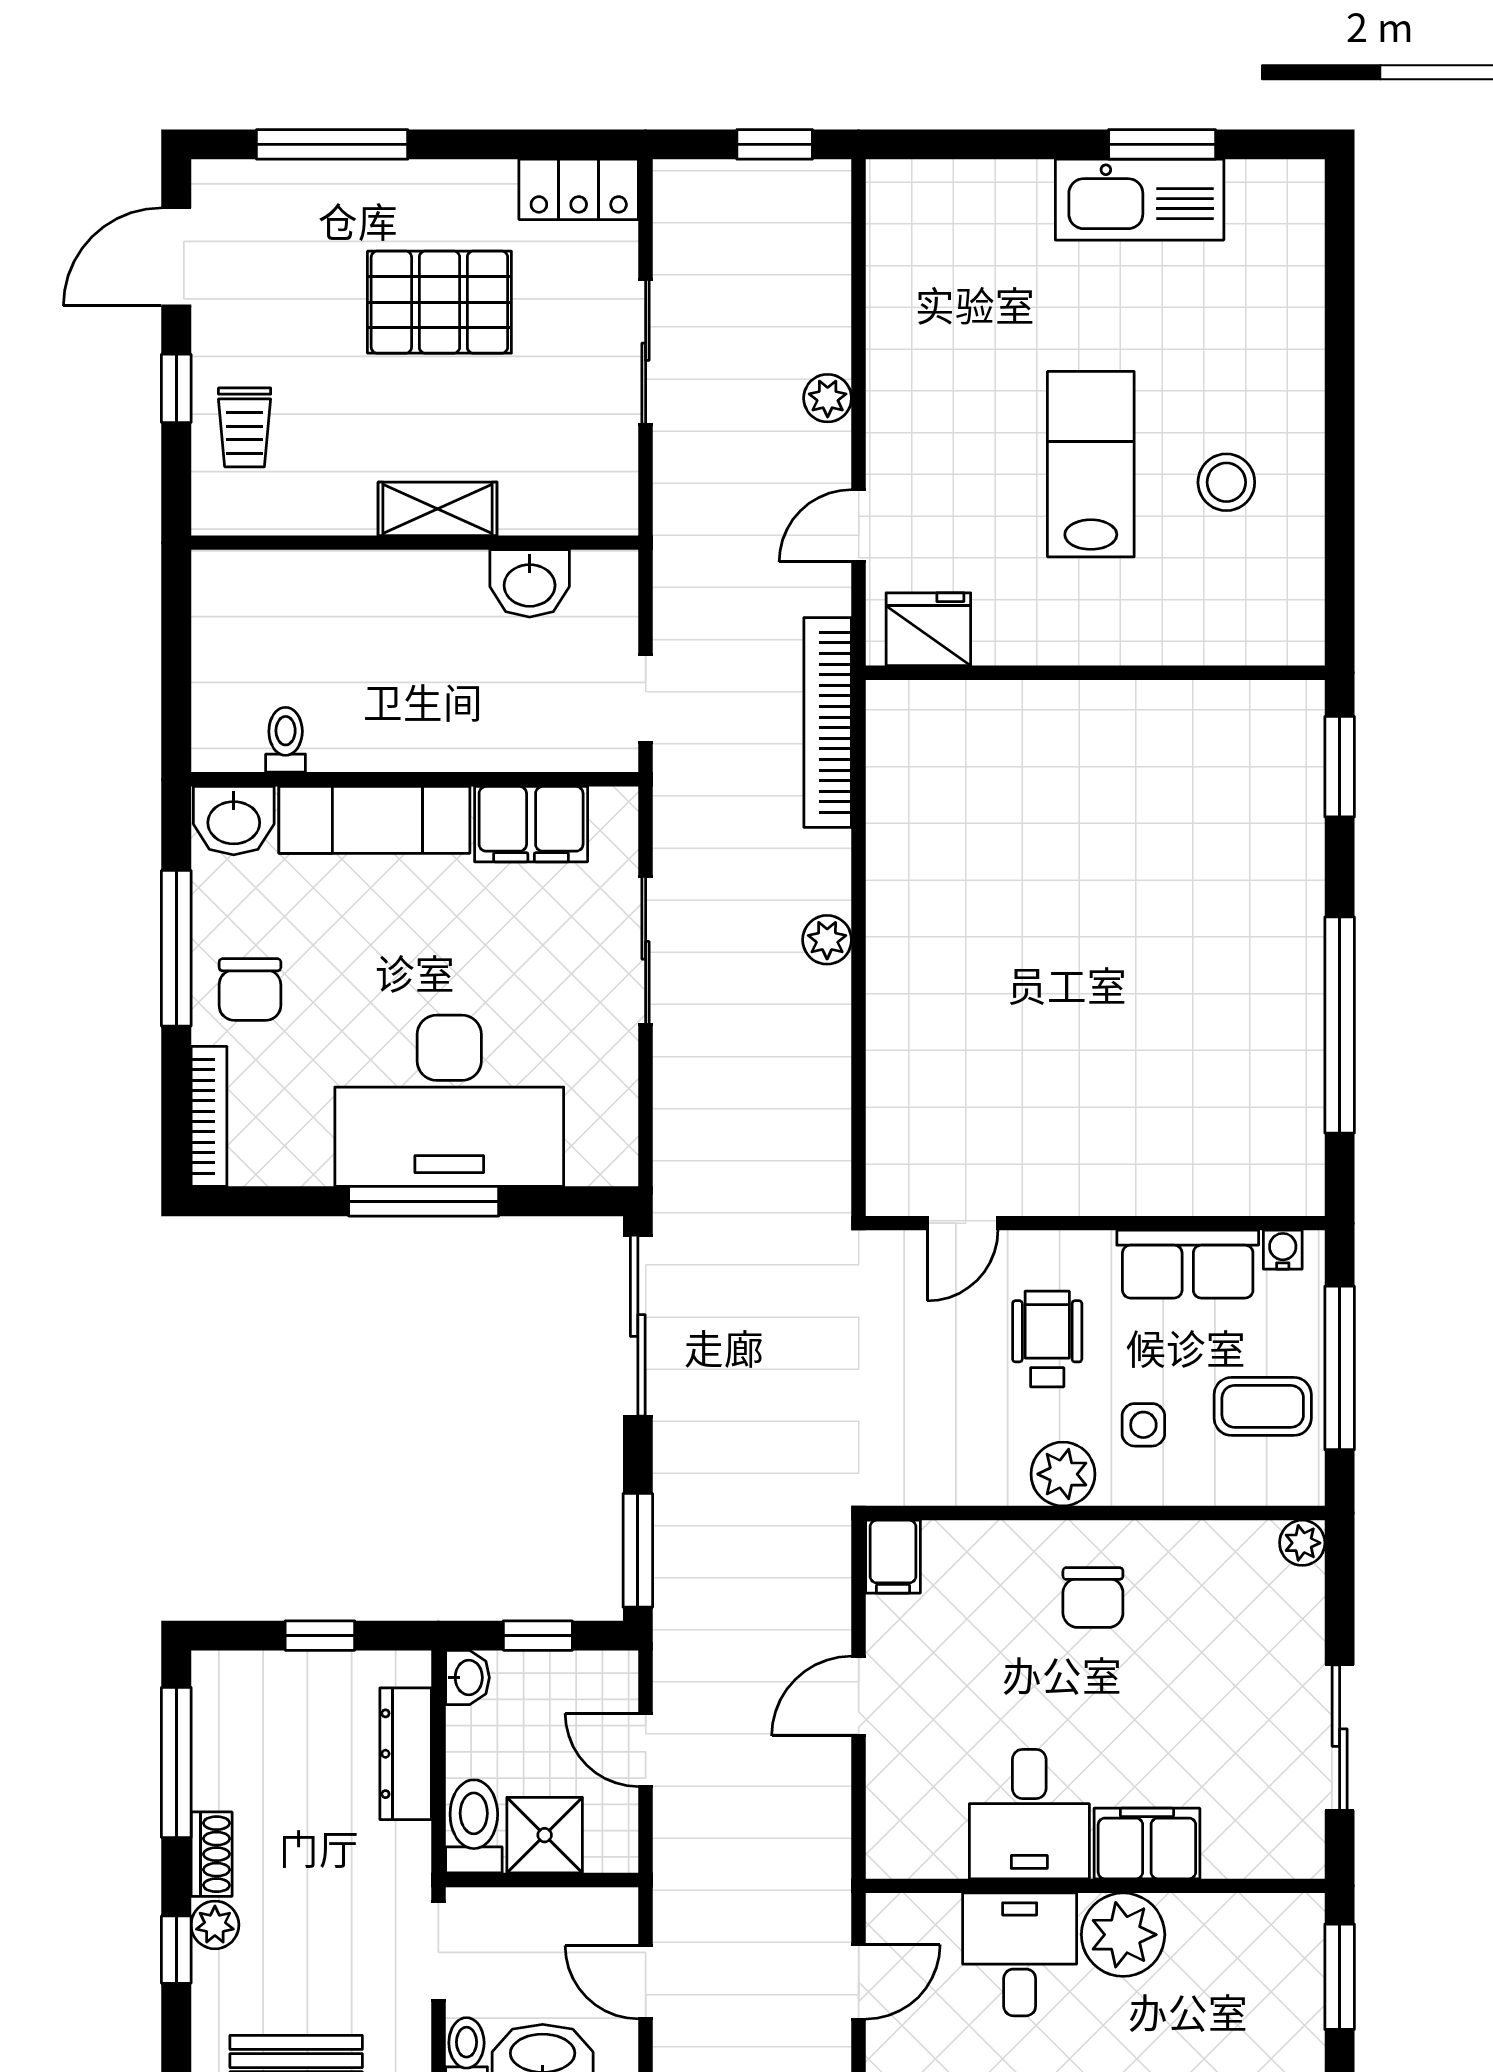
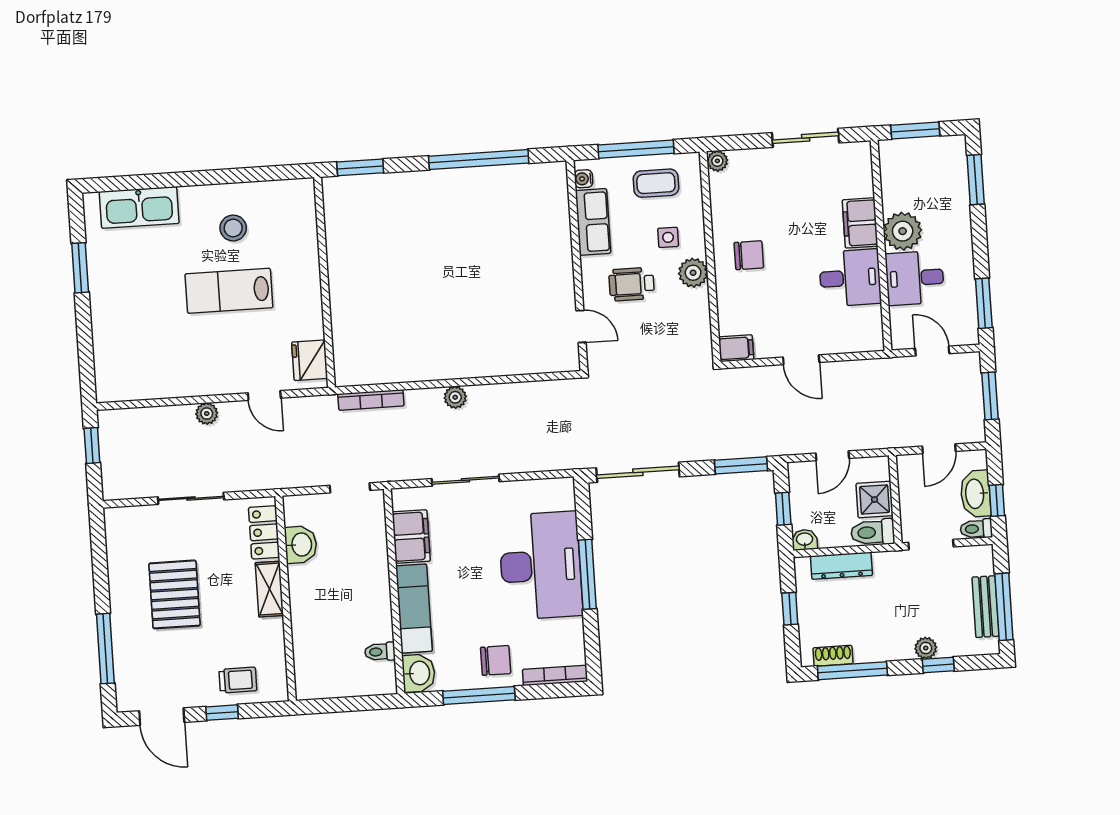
locker: (579, 189) -> (264, 532), moved, turned 180
kitchen sink: (1140, 200) -> (139, 207), moved, turned 90
bookcase: (828, 722) -> (371, 400), width x0.68, depth x0.76
coffee table: (1263, 1406) -> (656, 183), turned 90
shoe rack: (212, 1854) -> (833, 656), moved

